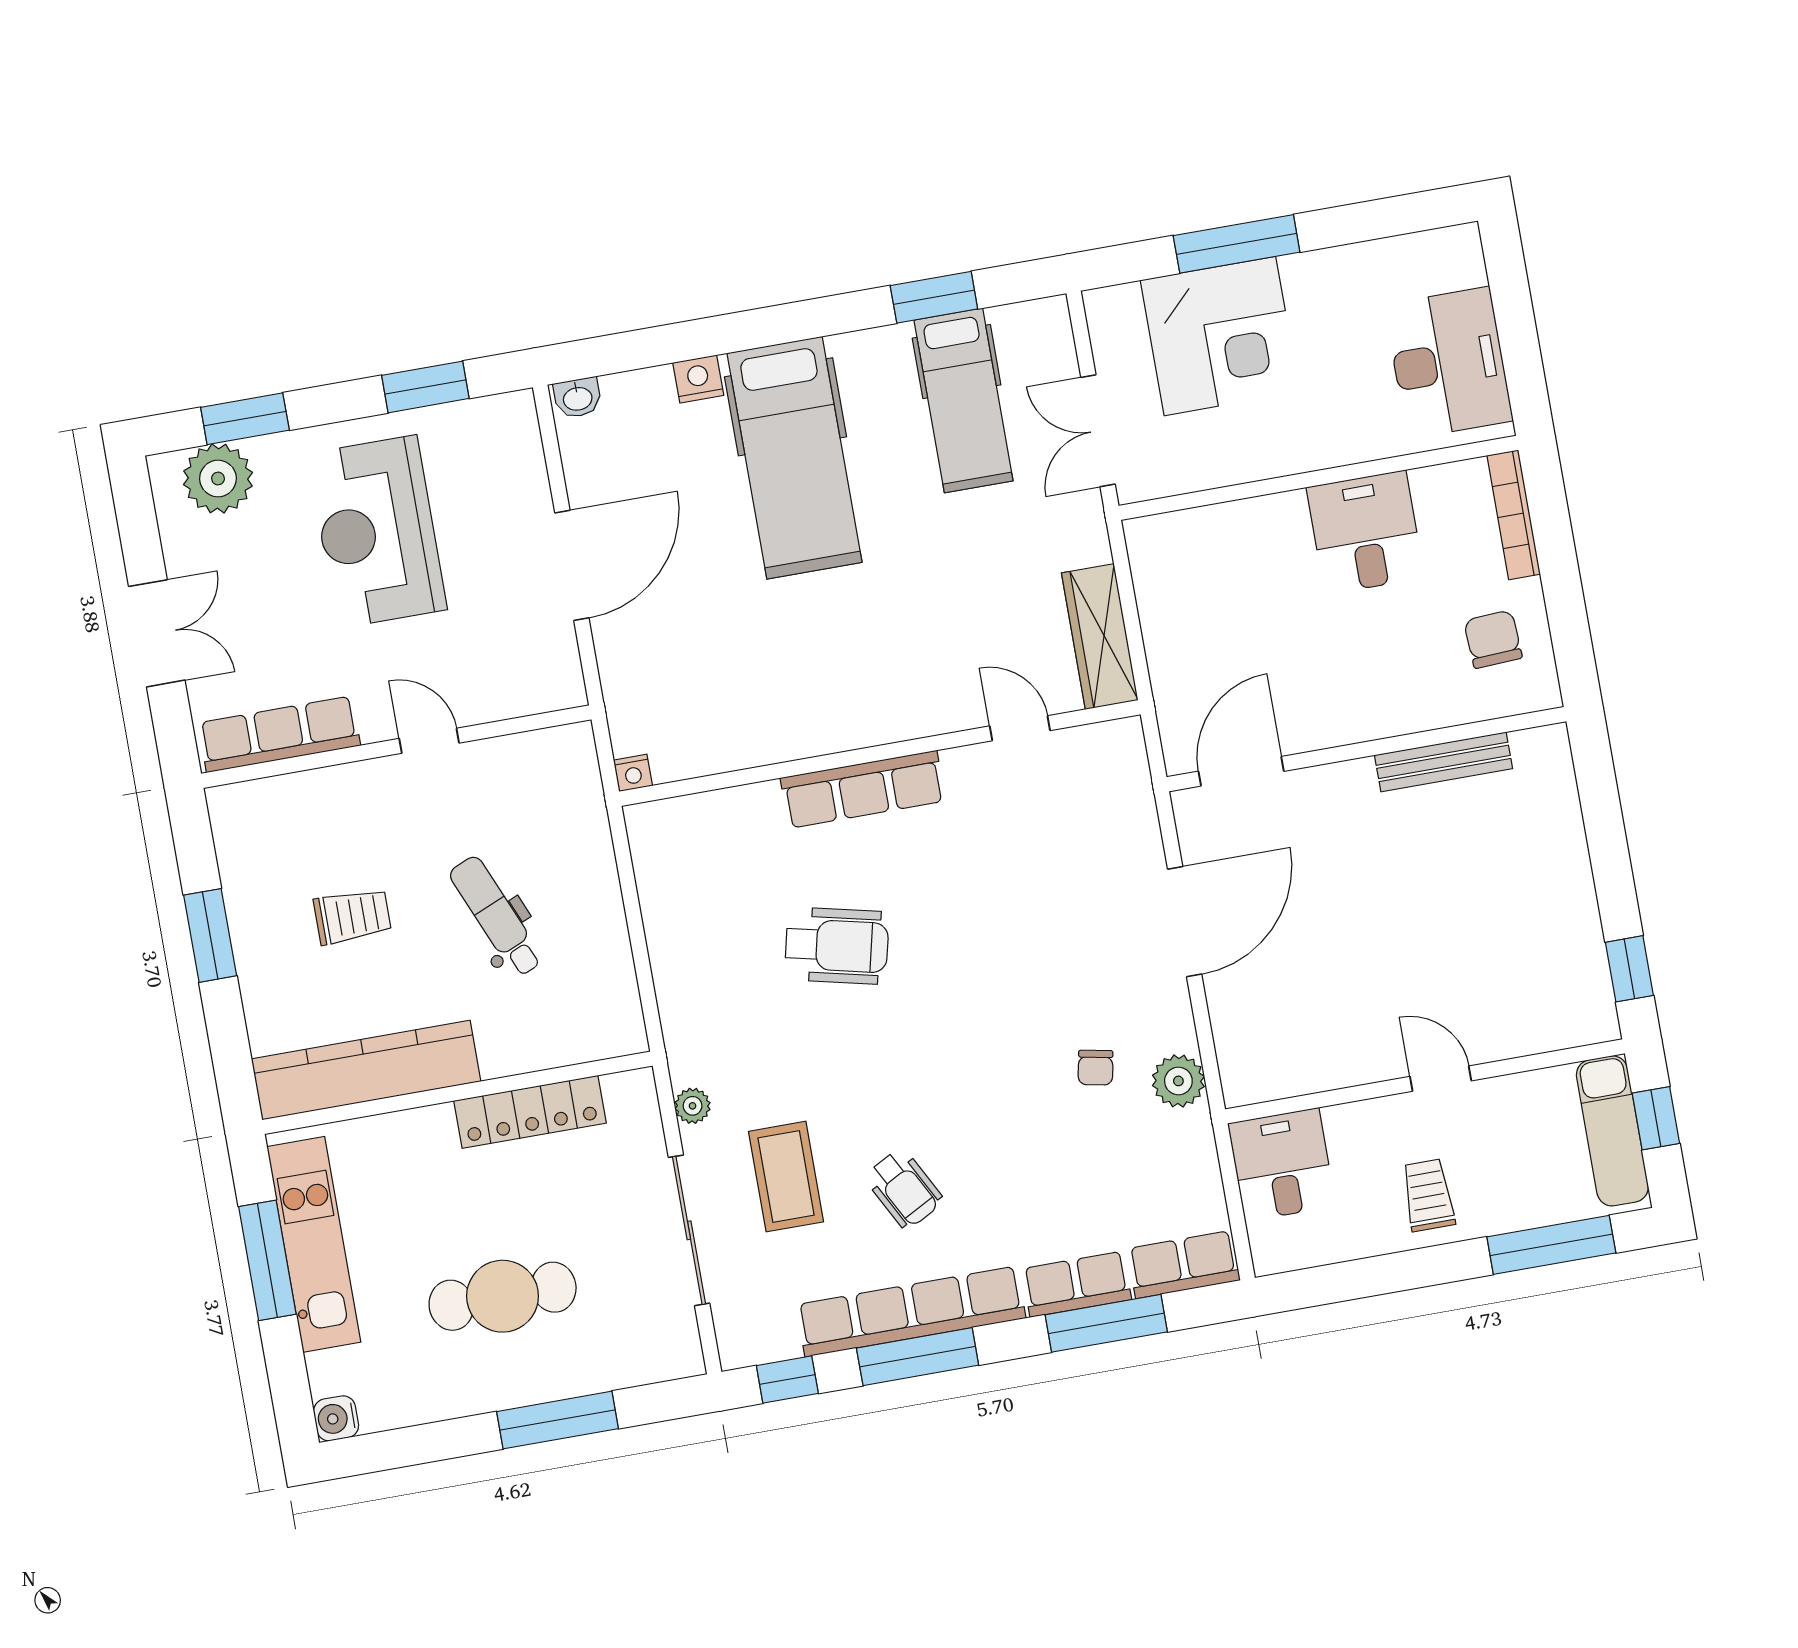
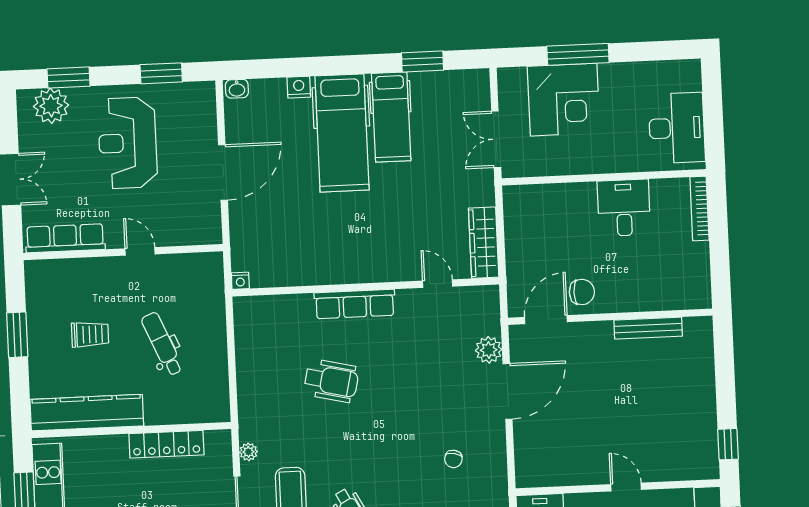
hospital bed: (963, 400) -> (391, 117), moved
chair: (1493, 639) -> (582, 292), moved, turned 93
plant: (1178, 1081) -> (489, 350), moved

